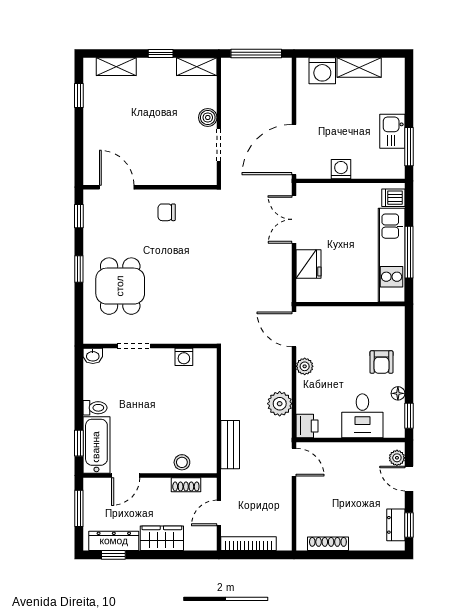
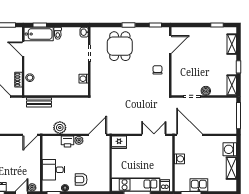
fridge: (309, 264) -> (119, 142), moved
dining table: (120, 286) -> (120, 46), turned 90
printer: (307, 426) -> (68, 141), moved

